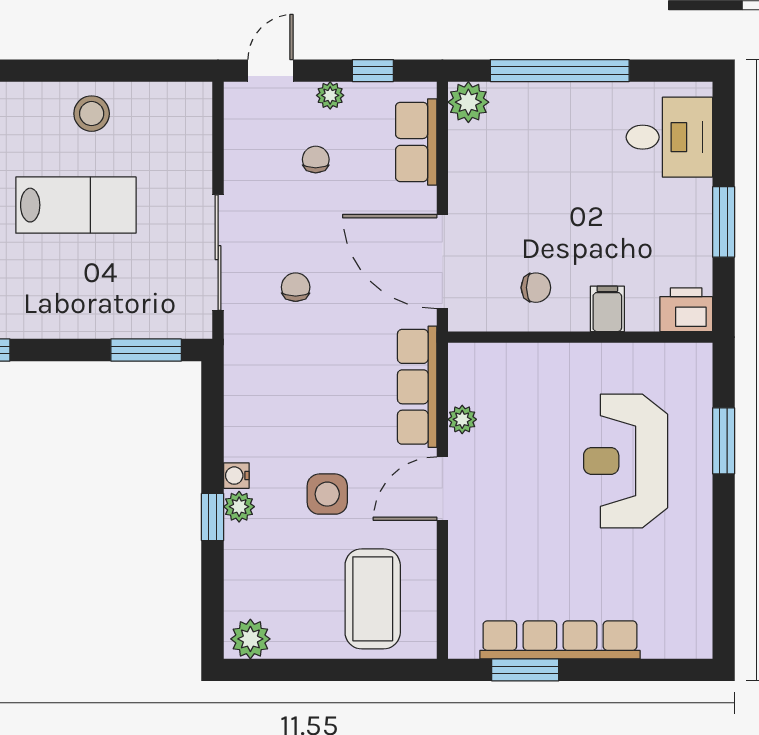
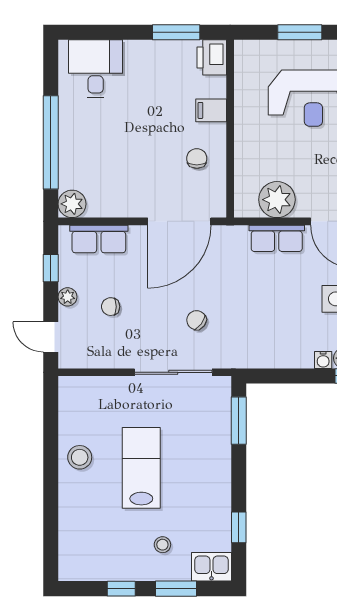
window: (724, 222) -> (176, 32), moved
chair: (296, 287) -> (196, 320), turned 37
row of seats: (417, 387) -> (277, 238), width x0.68
plant: (462, 419) -> (277, 200), width x1.88, depth x1.88

